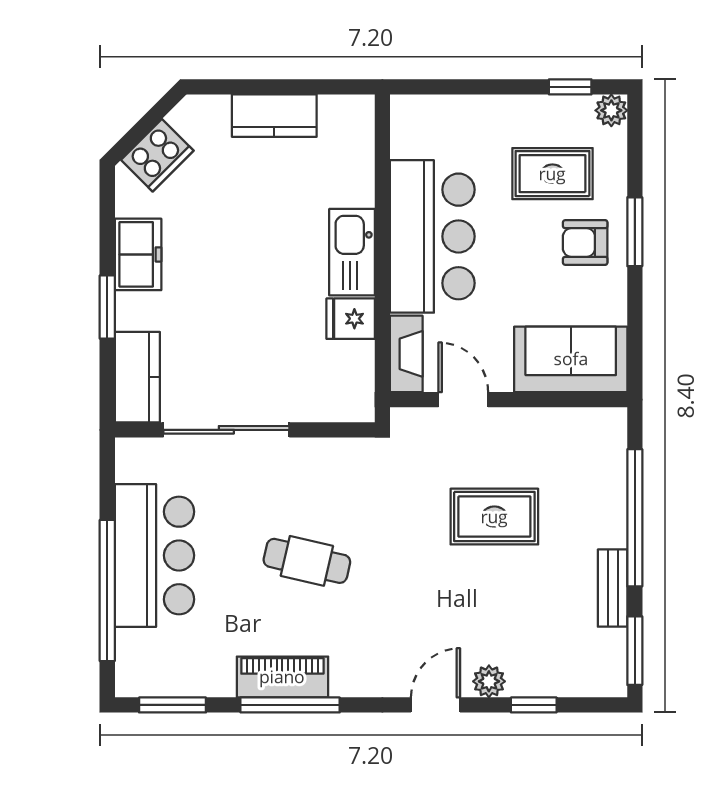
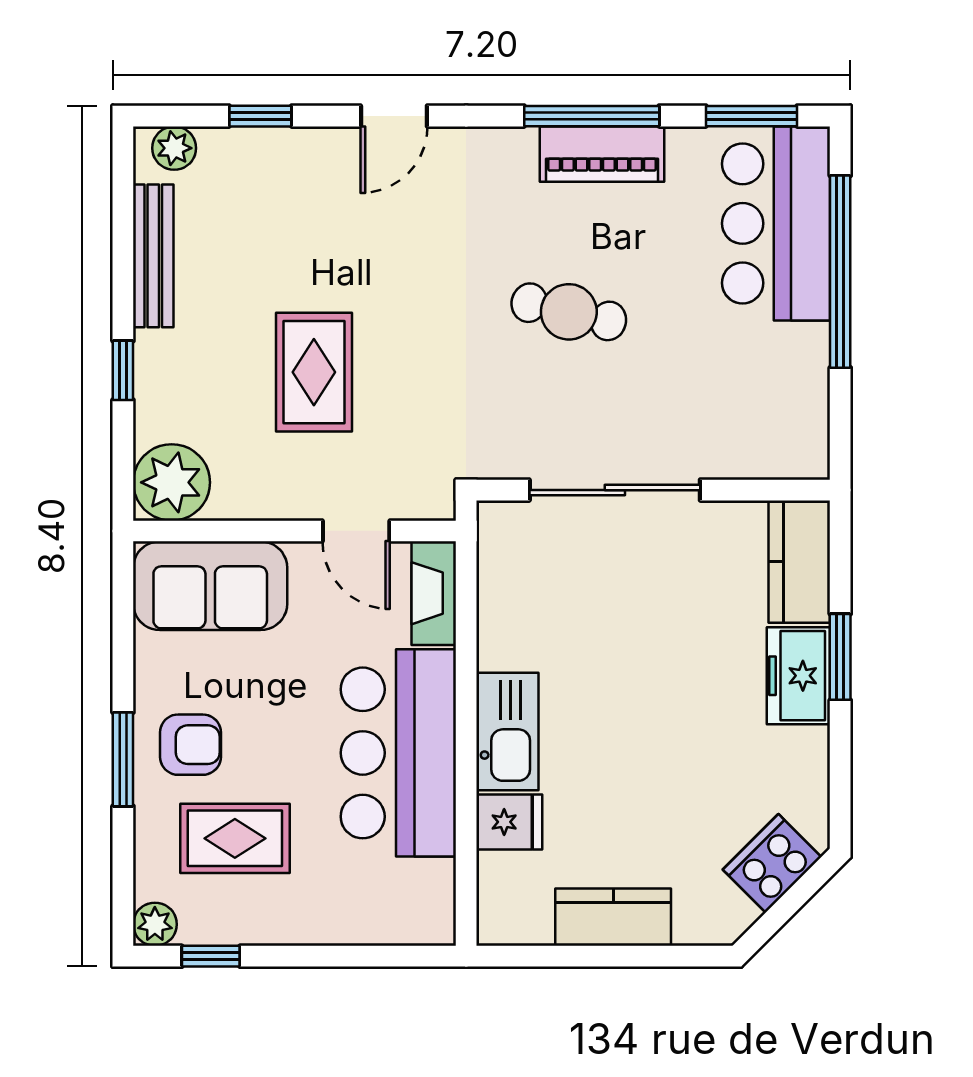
freezer: (138, 254) -> (798, 676), moved
fridge: (351, 319) -> (509, 822), moved
sliding door: (226, 430) -> (615, 490), moved
plant: (599, 435) -> (172, 482), added
rug: (494, 517) -> (314, 372), turned 90
window: (635, 518) -> (123, 370), width x0.32
bar counter: (154, 555) -> (776, 223), moved
bench: (613, 588) -> (153, 256), width x1.36
window: (635, 651) -> (123, 190), removed
plant: (489, 681) -> (174, 148), moved

